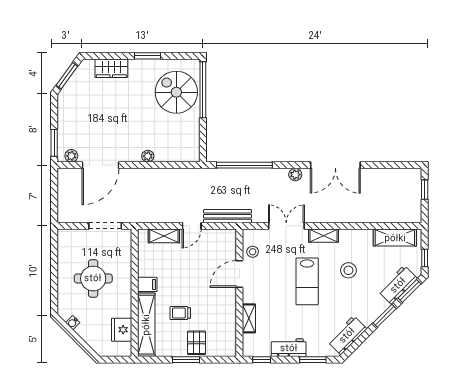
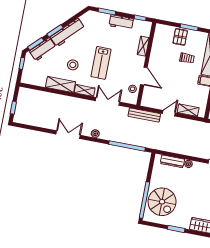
dresser: (172, 155) -> (172, 161), added
double door: (335, 165) -> (68, 135), width x0.73
double door: (286, 226) -> (107, 101), swing flipped
shelving: (395, 238) -> (60, 85), moved
door: (239, 274) -> (144, 76), hinge flipped
lab bench: (307, 281) -> (101, 63), turned 180
workbench: (347, 335) -> (67, 33), moved, width x1.37

